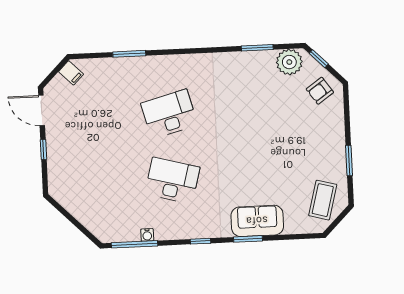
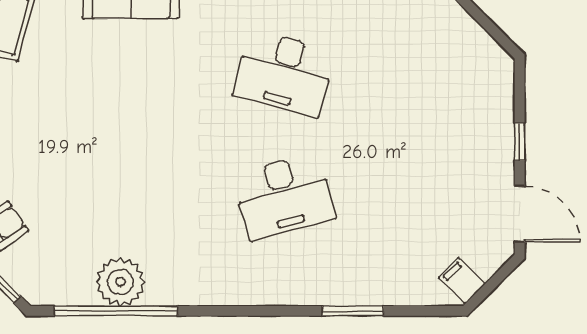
window: (257, 48) -> (116, 311), width x2.11
plant: (289, 62) -> (120, 282), moved

